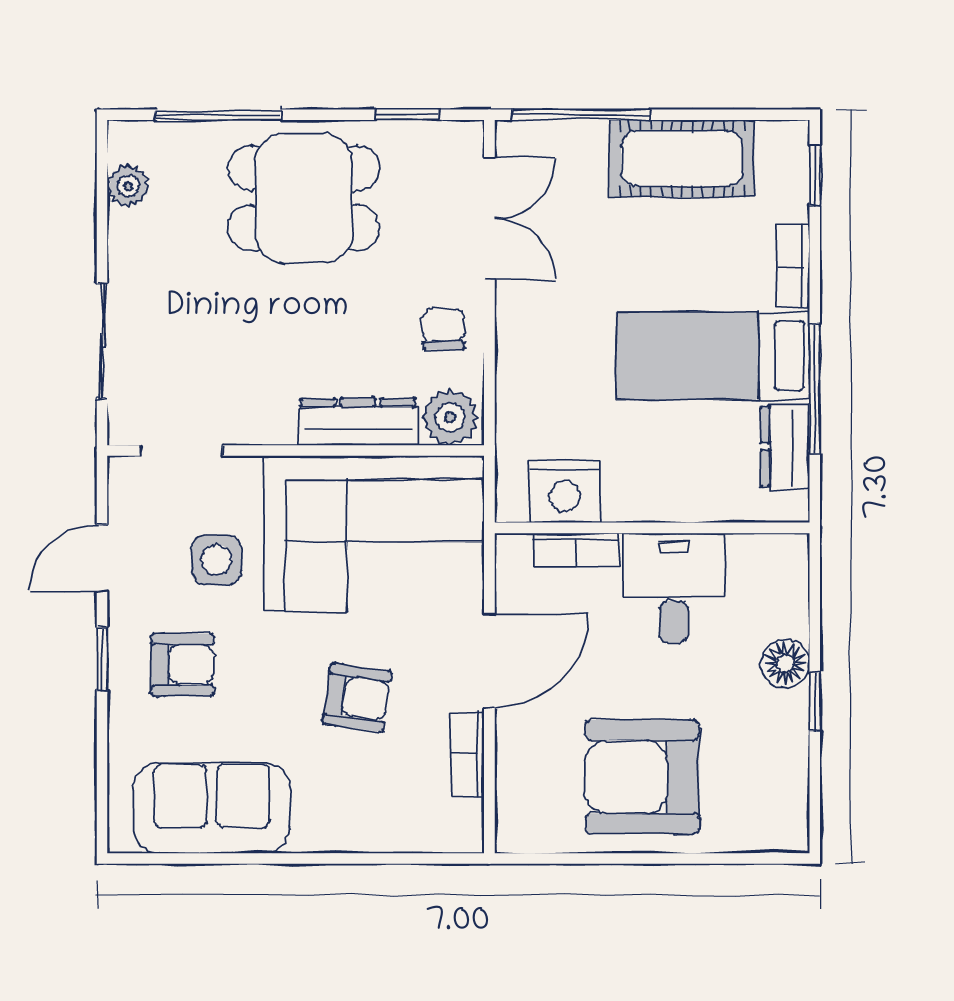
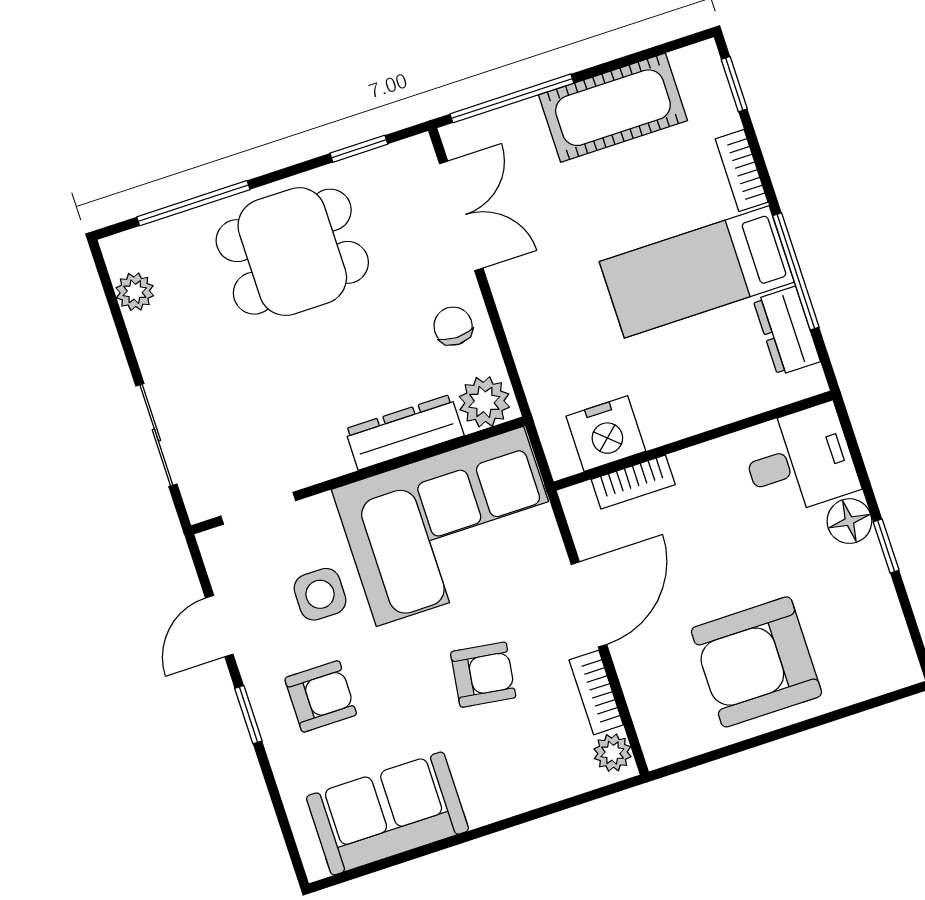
desk: (674, 588) -> (799, 460), moved, turned 90
plant: (463, 821) -> (612, 753), added

